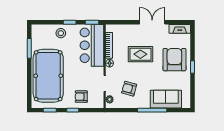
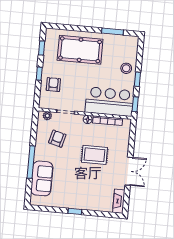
rug: (140, 54) -> (95, 155), turned 90
armchair: (174, 60) -> (85, 192), removed
pool table: (48, 76) -> (80, 50), width x0.73, depth x0.76

